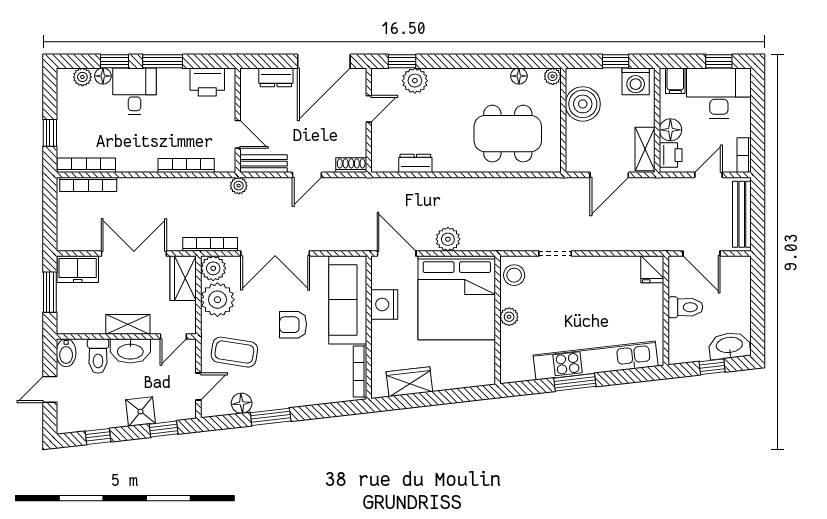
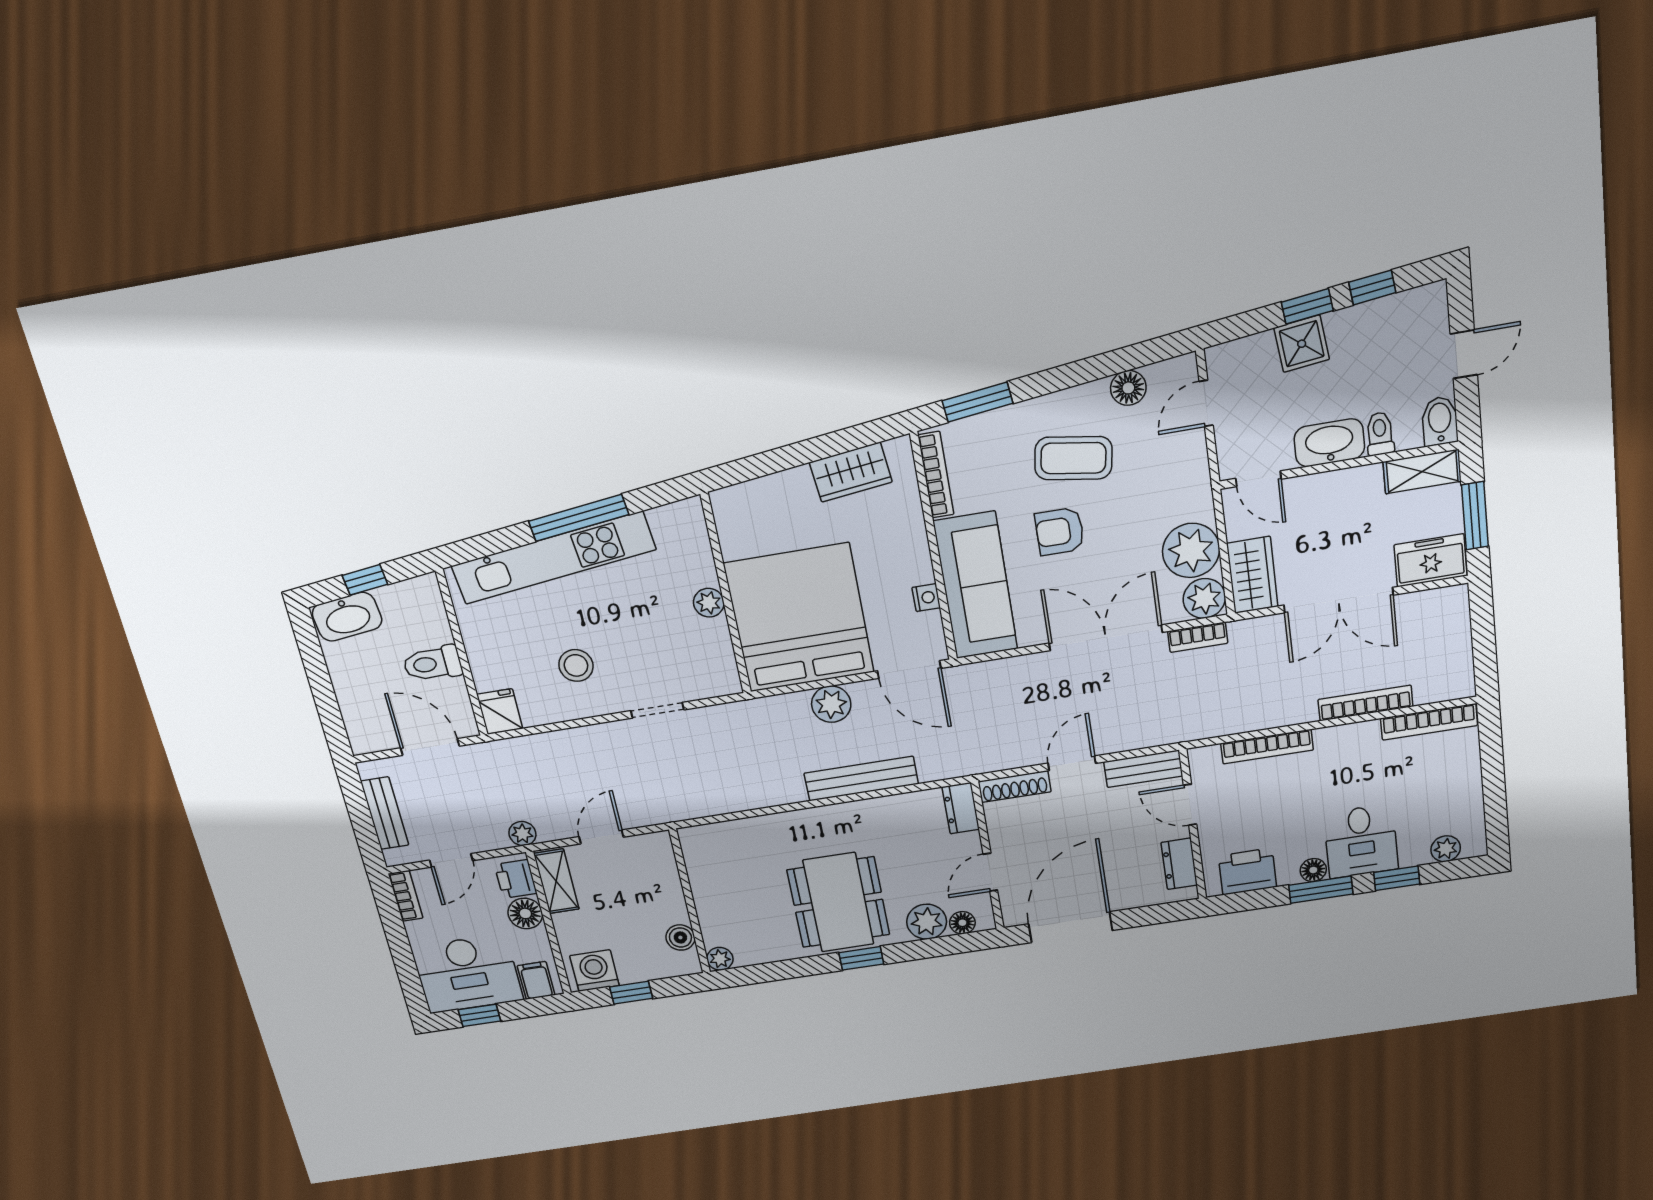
window: (402, 61) -> (861, 958), moved
floor lamp: (103, 76) -> (1313, 870), moved
floor lamp: (519, 76) -> (962, 923), moved
dresser: (276, 77) -> (1179, 864), moved, turned -90
boiler: (583, 104) -> (680, 937), width x0.54, depth x0.54
window: (50, 133) -> (1492, 760), removed
dining table: (508, 134) -> (838, 902), moved, turned 90
dresser: (415, 163) -> (961, 808), moved, turned 90
shoe rack: (351, 165) -> (1015, 787), width x1.43
door: (609, 175) -> (601, 837), width x0.73
bookcase: (88, 184) -> (1365, 703), moved
plant: (239, 186) -> (522, 834), moved
bench: (439, 187) -> (861, 779), added
bench: (742, 214) -> (385, 813), width x0.73
bookcase: (210, 244) -> (1198, 637), width x0.64
stool: (514, 275) -> (576, 665), moved
nightstand: (384, 304) -> (926, 598), width x0.53, depth x0.56
shelving: (128, 324) -> (1422, 471), moved
armchair: (293, 325) -> (1060, 531), turned 180
door: (173, 337) -> (1258, 479), swing flipped
coffee table: (234, 352) -> (1073, 458), moved
toilet: (98, 356) -> (1380, 434), width x0.73, depth x0.72
window: (575, 382) -> (579, 518), width x1.44
window: (271, 417) -> (977, 402), moved
window: (164, 429) -> (1307, 306), moved

